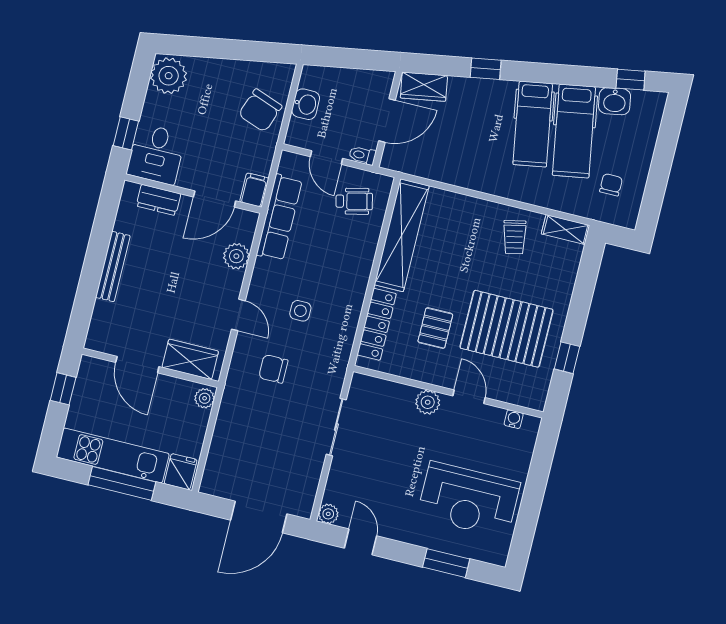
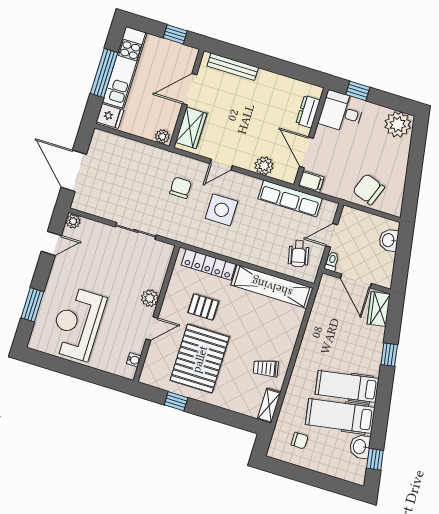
washbasin: (306, 104) -> (389, 240), moved, turned 81
bench: (113, 266) -> (233, 67), moved
side table: (300, 311) -> (222, 210), width x1.87, depth x1.87

